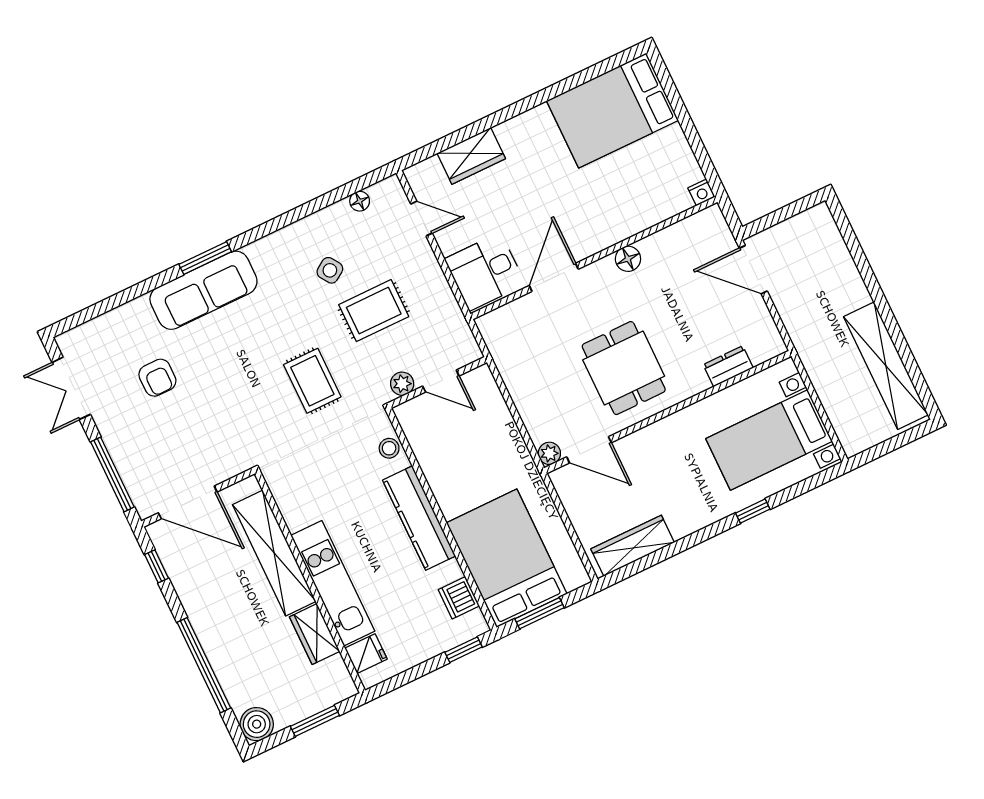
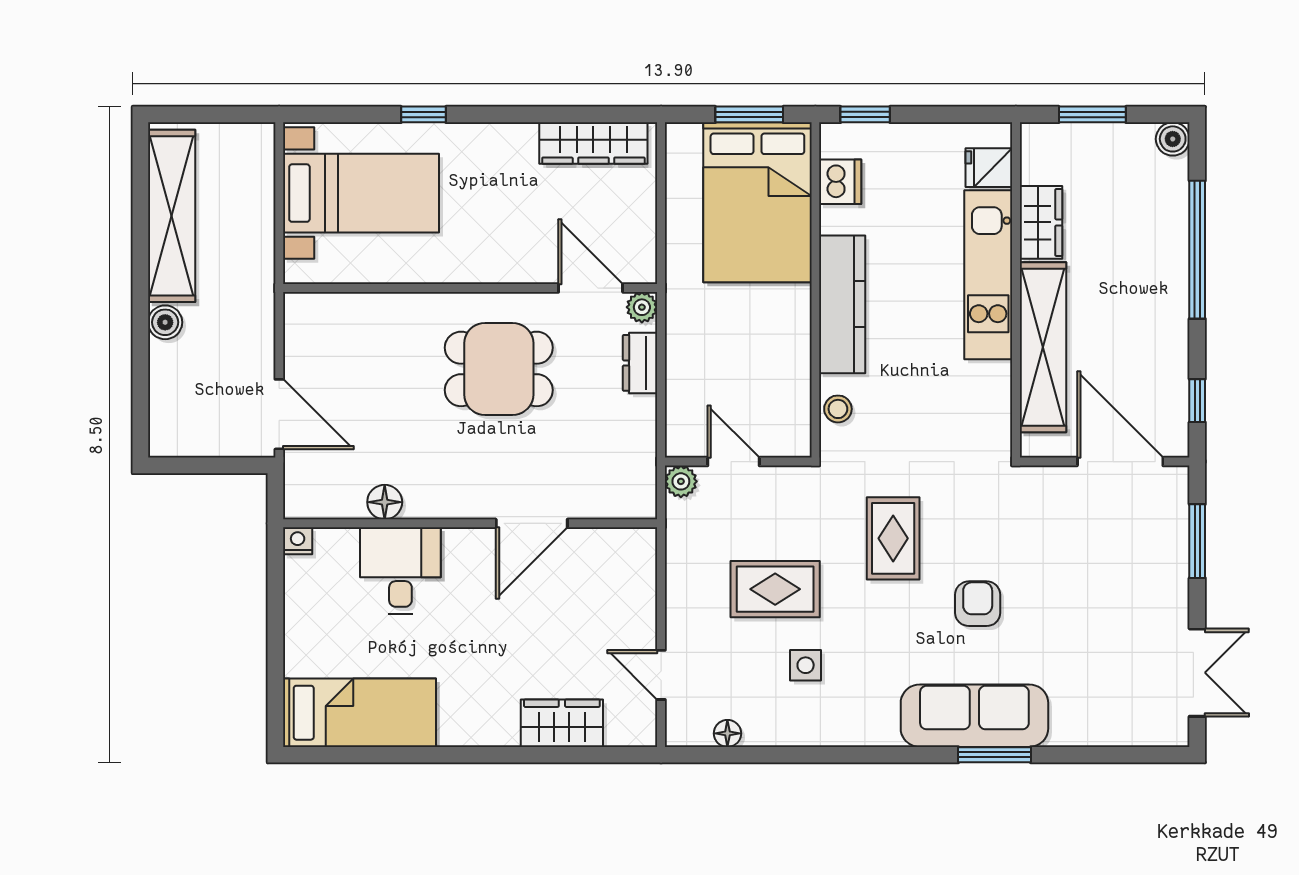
bed: (612, 111) -> (359, 713), width x0.67
window: (205, 258) -> (994, 755), moved
floor lamp: (628, 259) -> (385, 502), moved
side table: (330, 270) -> (806, 665), turned 34
desk: (485, 272) -> (400, 571), moved, turned -90
boiler: (857, 294) -> (165, 322), added
dresser: (728, 366) -> (640, 363), moved, turned 90
dining table: (624, 368) -> (499, 369), turned 90
armchair: (157, 378) -> (978, 604), moved
plant: (402, 384) -> (681, 481), moved
window: (112, 474) -> (1197, 541), width x0.69
boiler: (257, 724) -> (1173, 139), width x0.73, depth x0.73

